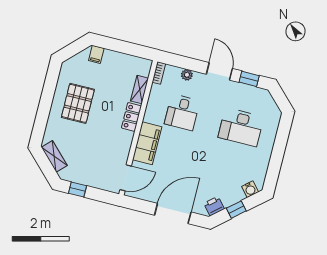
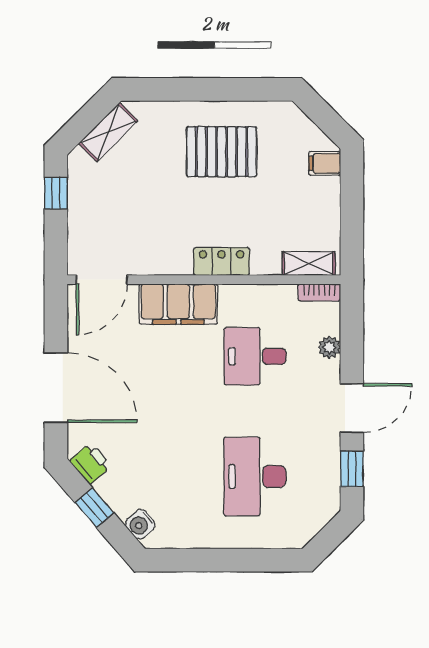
shelving: (140, 90) -> (309, 264), moved
door: (126, 178) -> (102, 280), hinge flipped

